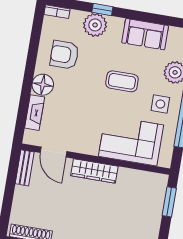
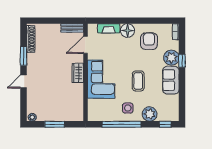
sofa: (145, 34) -> (171, 80), moved
corner sofa: (131, 141) -> (101, 79), moved
wardrobe: (94, 171) -> (78, 73), width x0.67
window: (169, 202) -> (55, 124), moved

